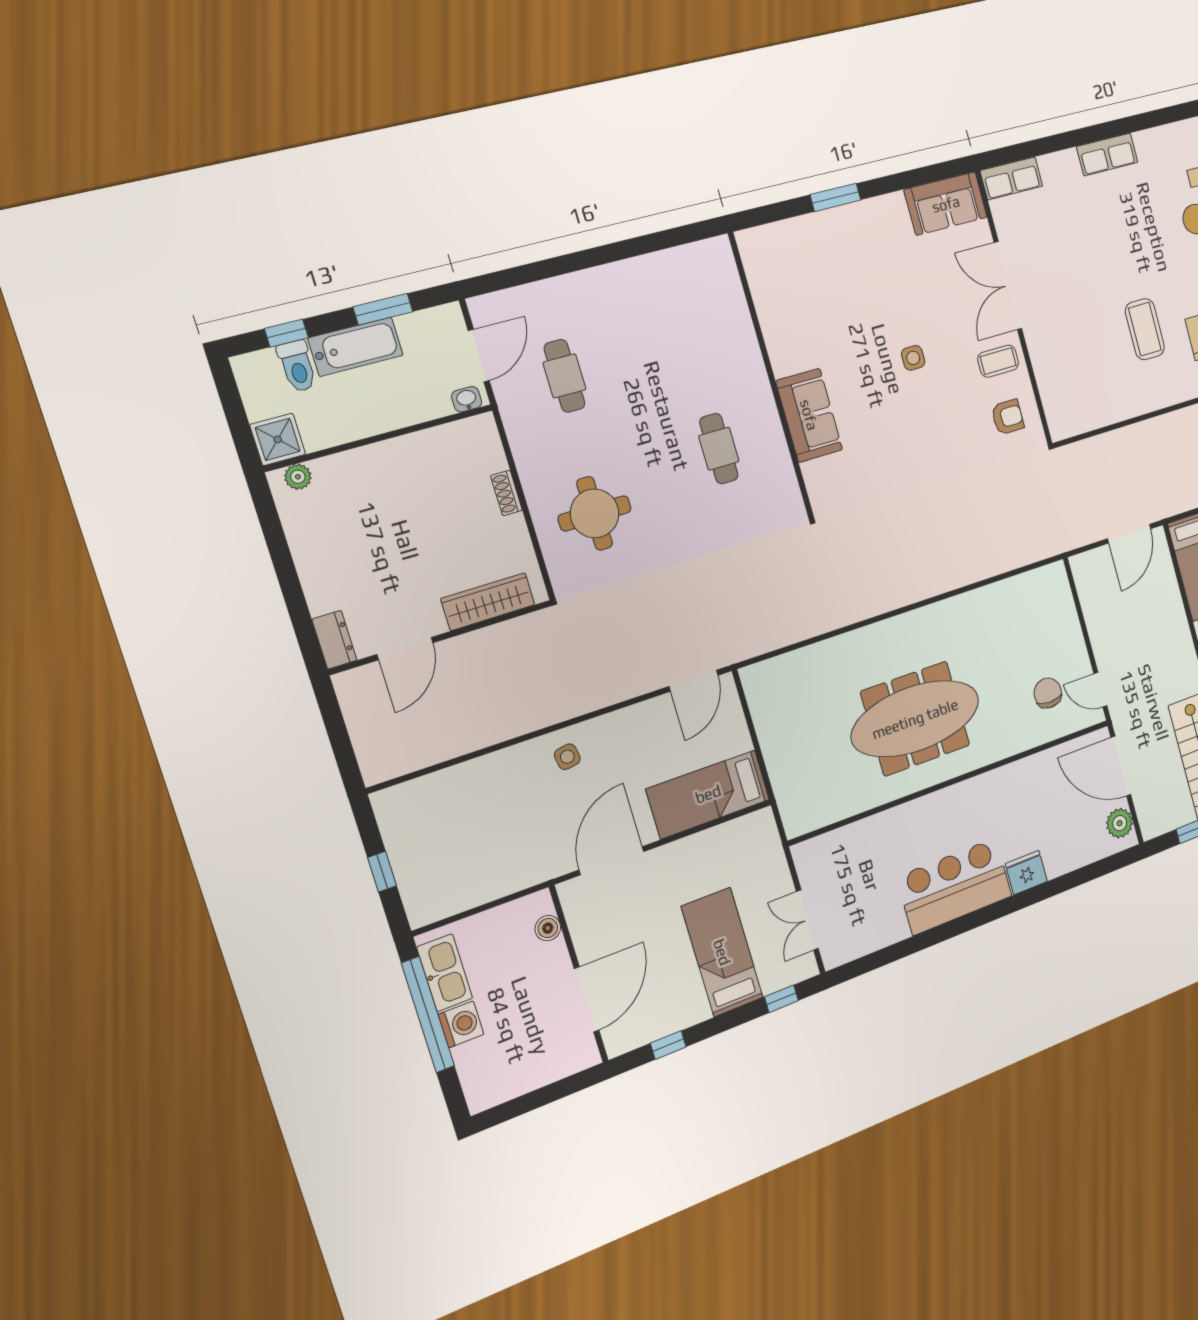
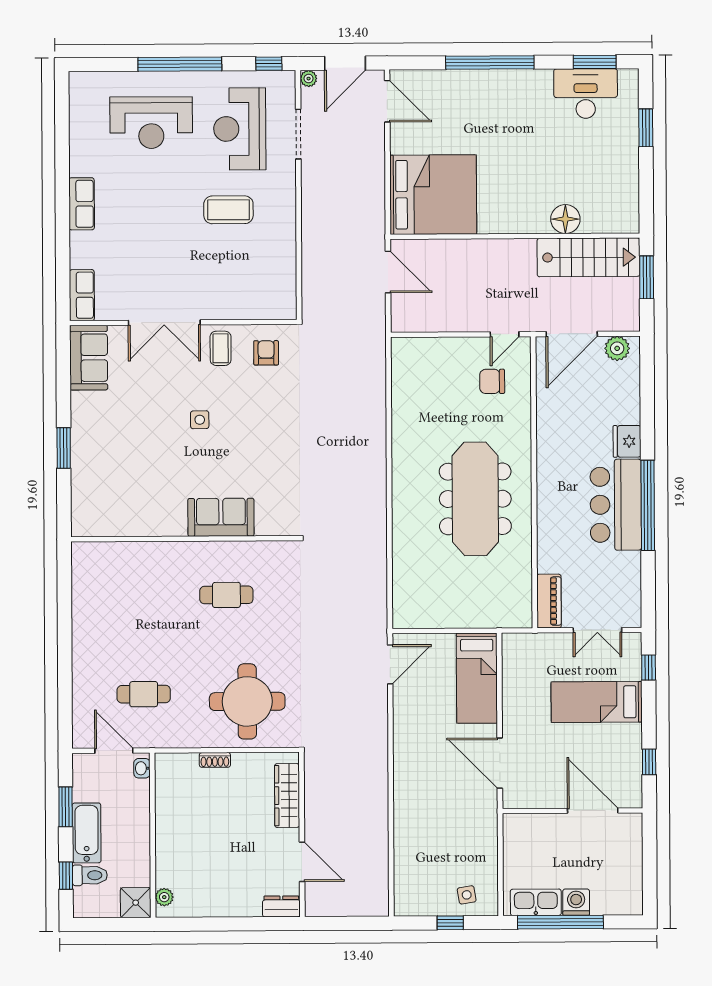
round table: (595, 513) -> (247, 701), width x1.36, depth x1.36
door: (694, 681) -> (390, 664), hinge flipped
side table: (567, 757) -> (467, 895), moved
piano: (824, 849) -> (549, 601), added
window: (964, 924) -> (648, 505), added
boiler: (548, 928) -> (531, 823), removed

